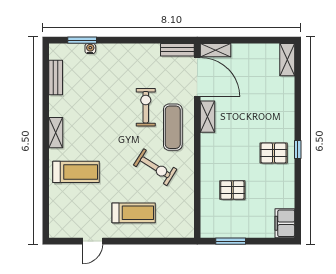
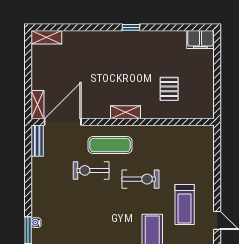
shelving: (208, 117) -> (126, 112), moved
pallet: (274, 153) -> (134, 50), removed
exercise bike: (155, 167) -> (140, 179), moved, turned 58
treadmill: (134, 213) -> (185, 204), moved, turned 180
window: (231, 241) -> (217, 91), removed

